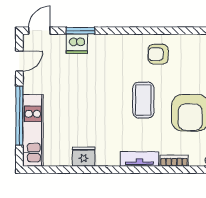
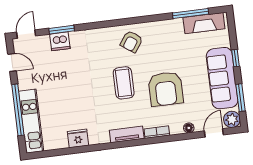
armchair: (158, 54) -> (131, 42), turned -55
door: (19, 61) -> (12, 63), hinge flipped

